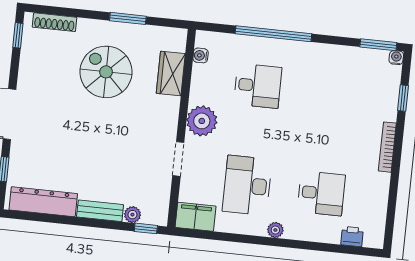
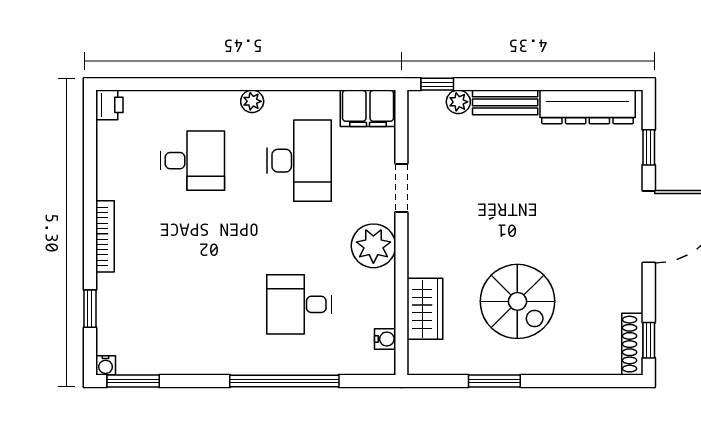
shoe rack: (55, 22) -> (632, 344), moved, turned -90
desk: (321, 193) -> (192, 161), turned 180
printer: (352, 236) -> (109, 105), moved, turned -90

